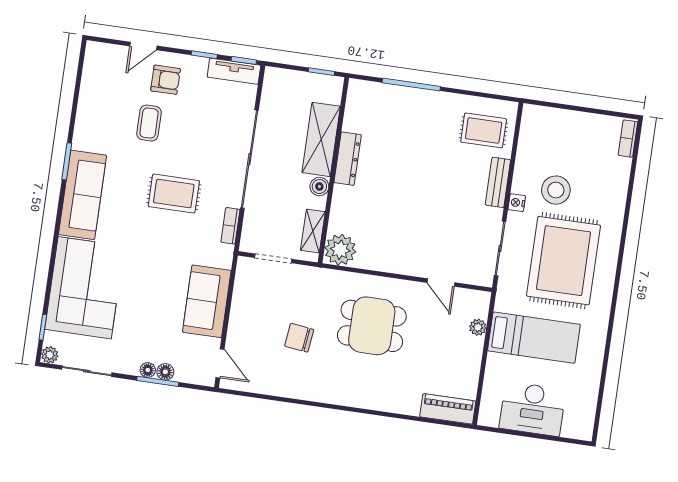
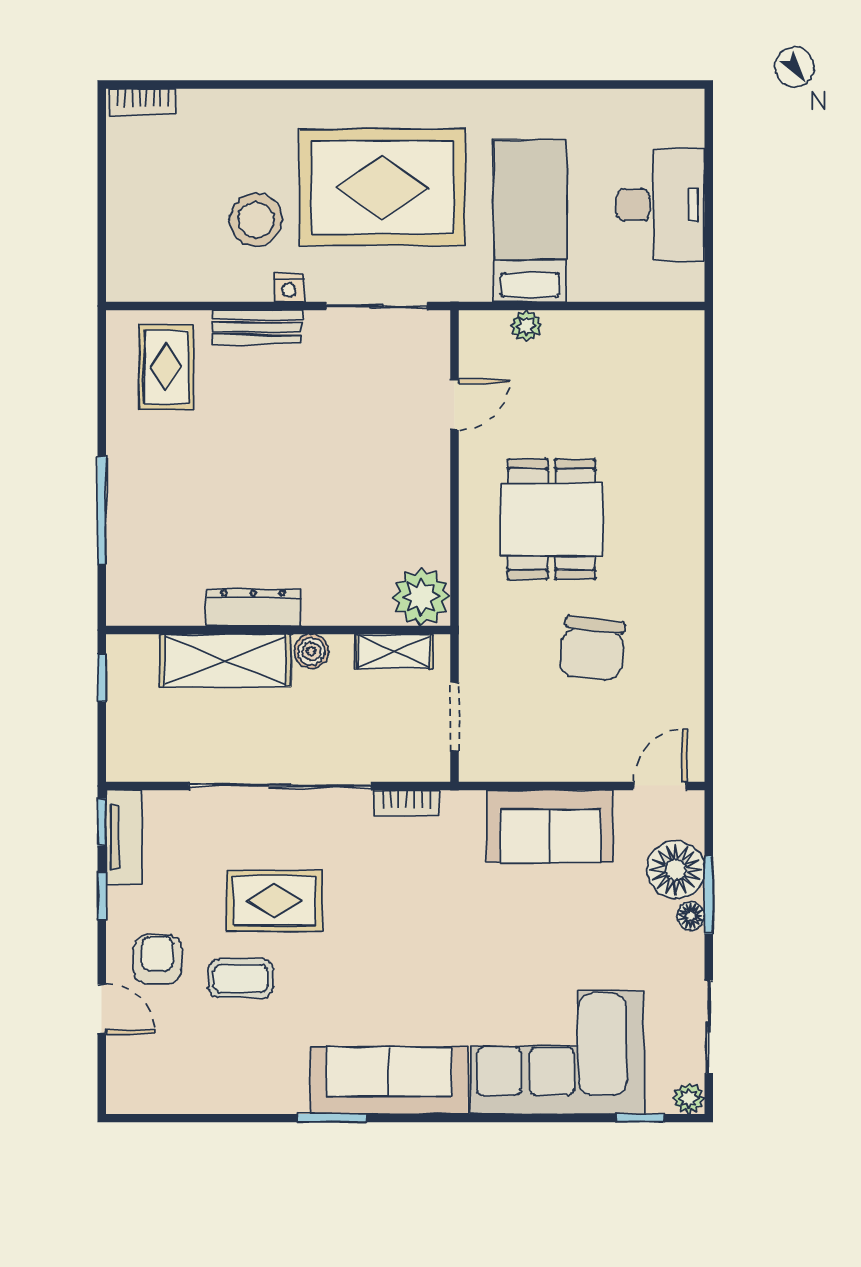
rug: (174, 194) -> (274, 901), moved, turned 90
chair: (299, 338) -> (592, 649), width x1.37, depth x1.37
floor lamp: (165, 372) -> (676, 870), width x1.89, depth x1.89
piano: (448, 409) -> (683, 359), removed

